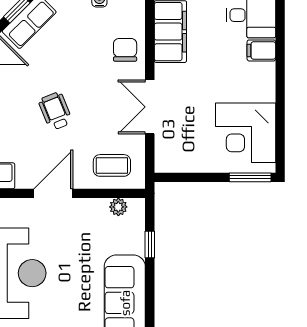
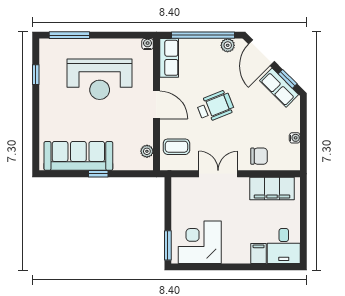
wheelchair: (55, 111) -> (215, 106), width x1.36, depth x1.37
coffee table: (112, 165) -> (176, 147), turned 90
window: (150, 245) -> (98, 174), moved

